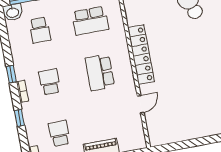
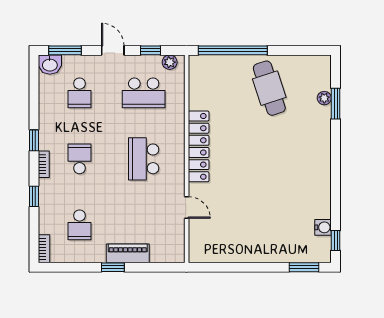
door: (141, 104) -> (187, 208), hinge flipped
school desk: (59, 133) -> (80, 225), turned 180

